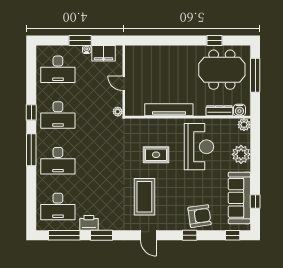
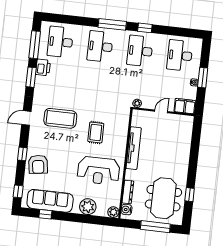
filing cabinet: (103, 53) -> (185, 106), moved, turned 90

